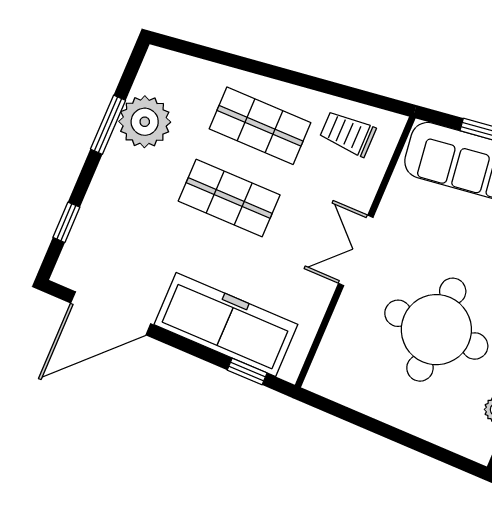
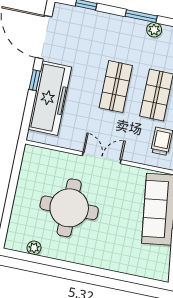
plant: (145, 122) -> (154, 30), width x0.53, depth x0.53
window: (247, 372) -> (35, 80), moved

